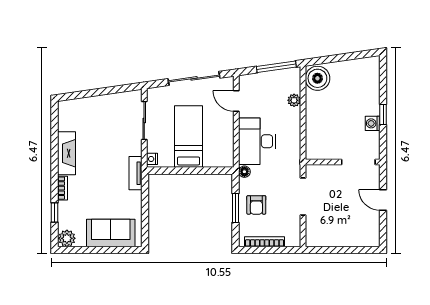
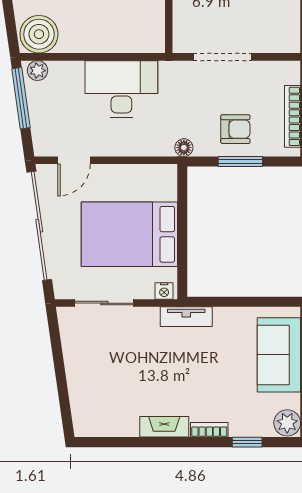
sliding door: (194, 78) -> (39, 226), width x1.36
plant: (294, 100) -> (38, 71), moved
bed: (189, 137) -> (129, 234), width x1.50
desk: (257, 141) -> (121, 89), moved, turned 180
fireplace: (67, 153) -> (164, 427), width x0.73, depth x0.76

